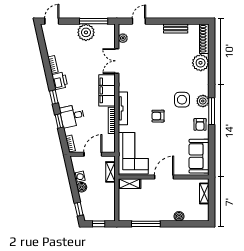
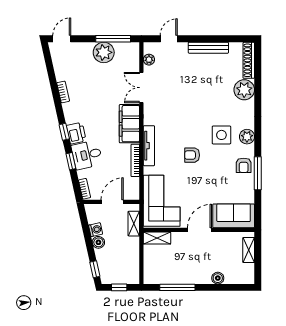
bench: (176, 28) -> (208, 48), width x1.36
printer: (60, 81) -> (76, 133), moved
window: (212, 111) -> (258, 173), moved
sofa: (199, 156) -> (234, 216), moved, turned 90

